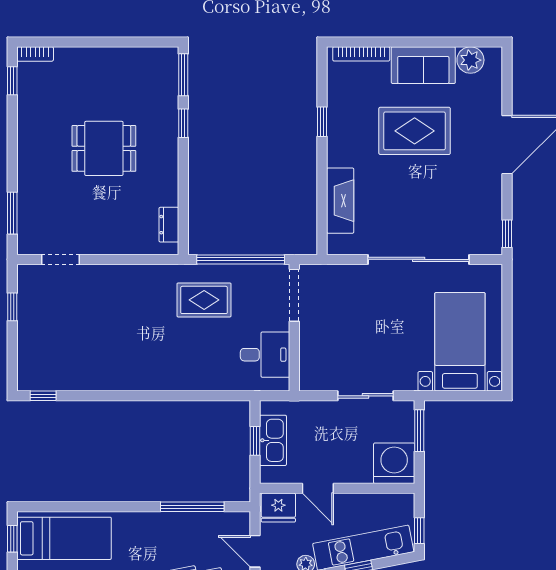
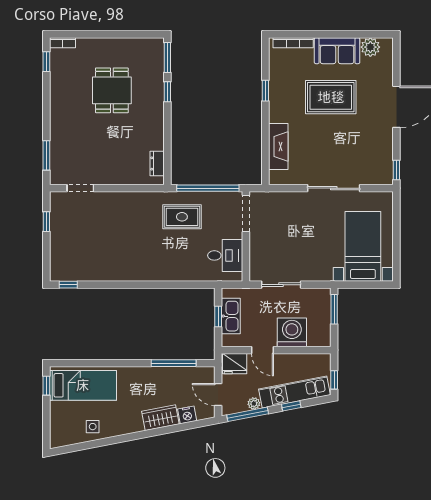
dining table: (104, 148) -> (112, 90), moved, turned 90
sliding door: (419, 259) -> (334, 188), width x0.73
sliding door: (365, 396) -> (281, 285), moved
washing machine: (394, 463) -> (292, 332), moved

